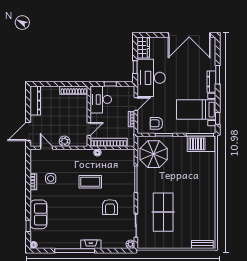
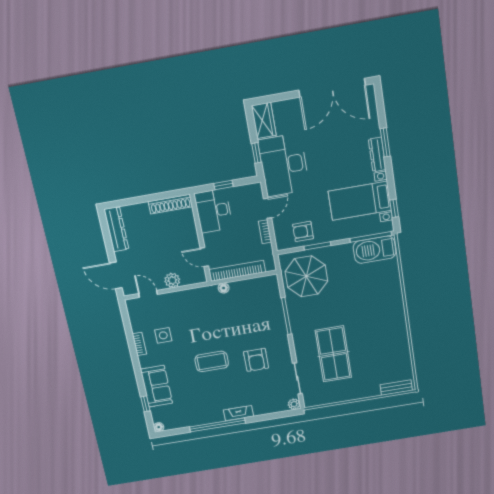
door: (89, 129) -> (204, 257), swing flipped
door: (28, 131) -> (116, 275), hinge flipped
coffee table: (90, 182) -> (212, 361), moved

